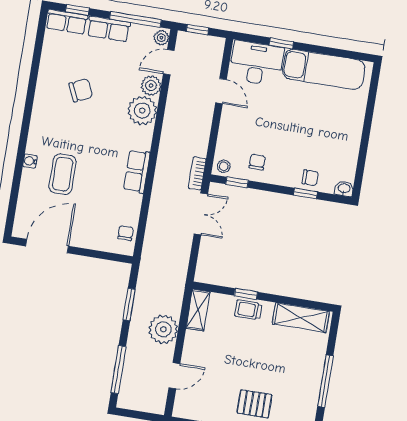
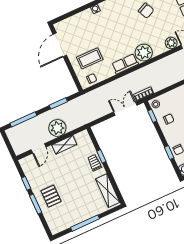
plant: (142, 111) -> (144, 53), moved
coffee table: (63, 174) -> (90, 58), moved
double door: (201, 214) -> (125, 109), swing flipped
door: (47, 246) -> (60, 45), swing flipped
shelving: (198, 310) -> (64, 145), moved
door: (174, 376) -> (39, 148), hinge flipped

